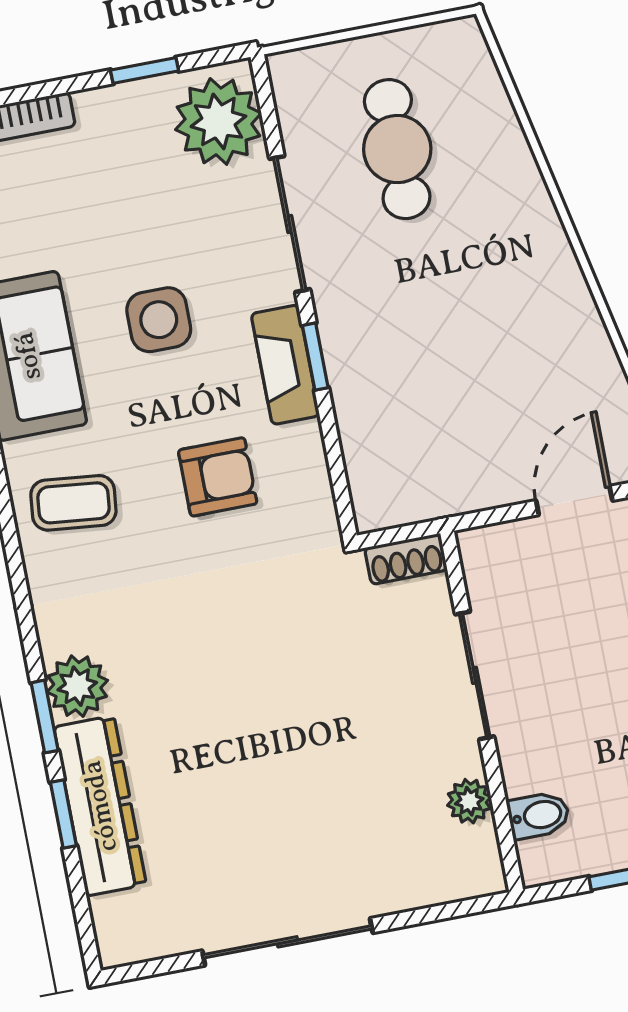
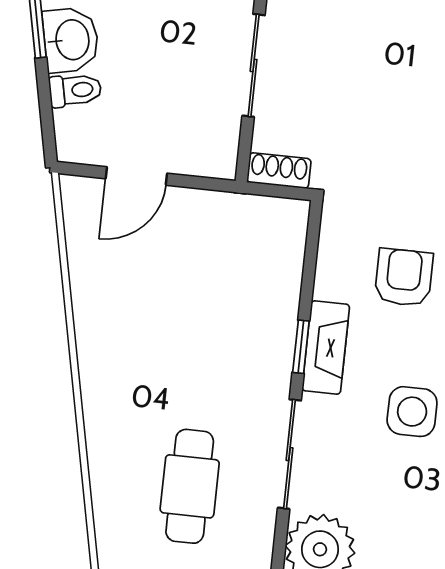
armchair: (218, 477) -> (404, 277), turned 90

